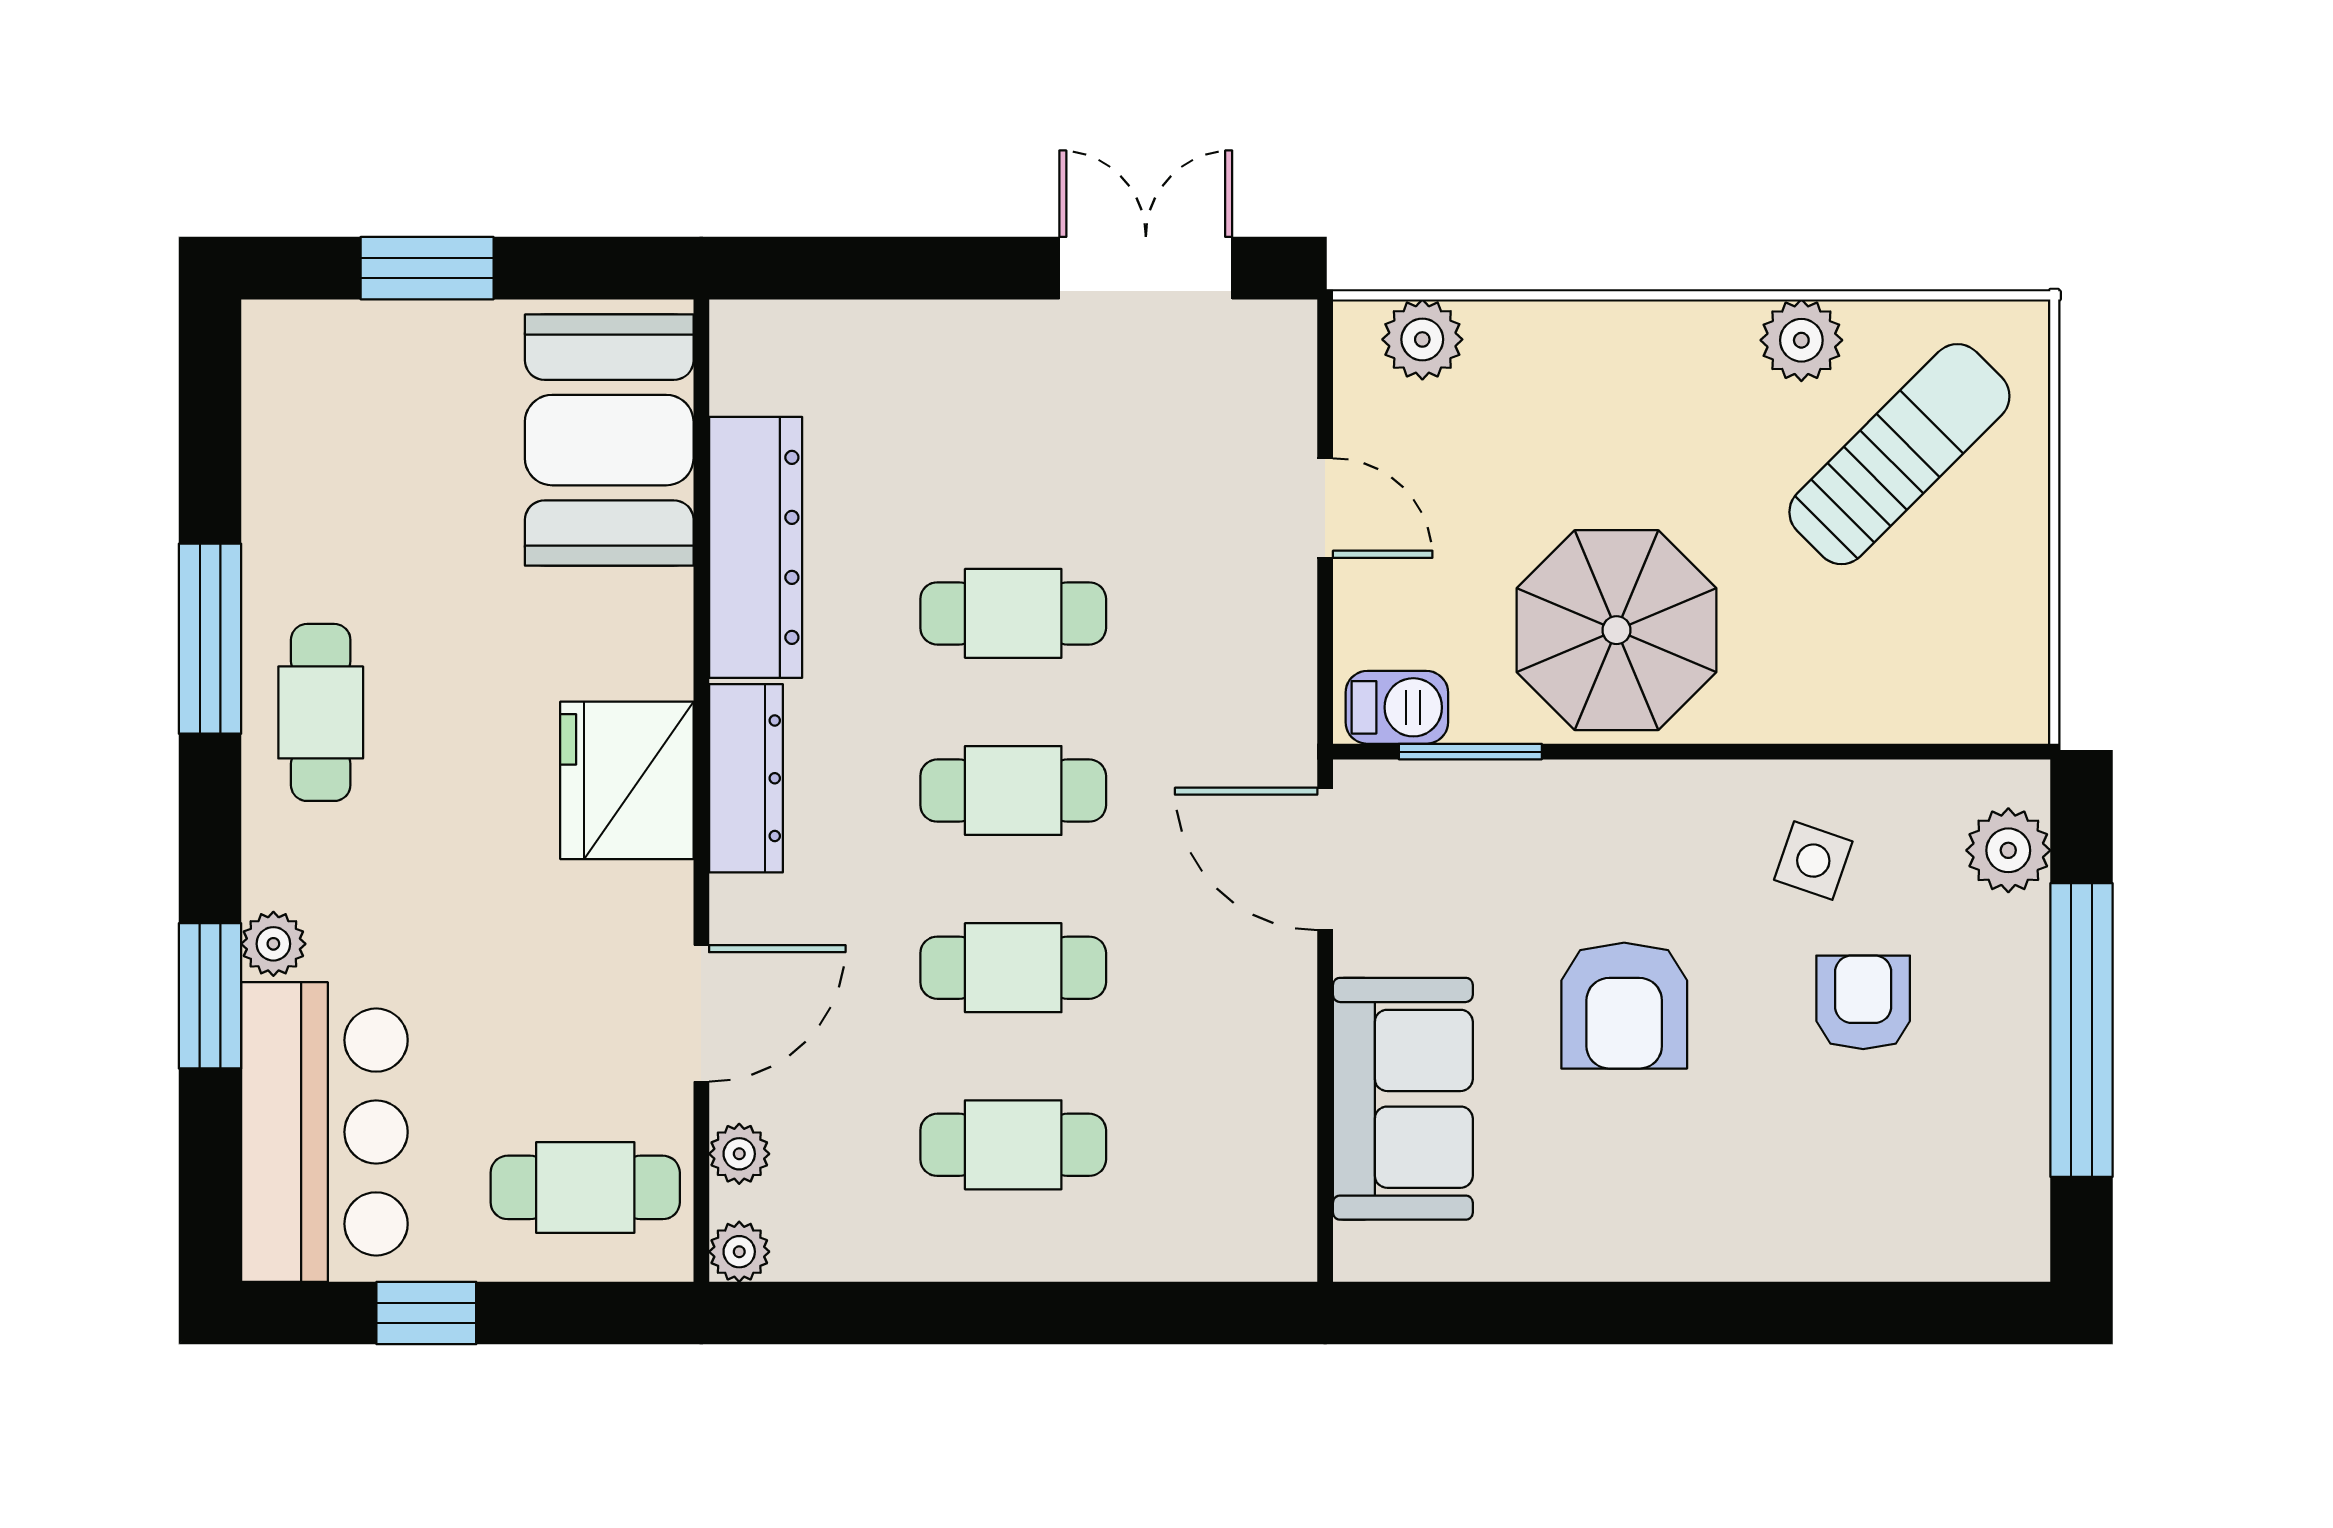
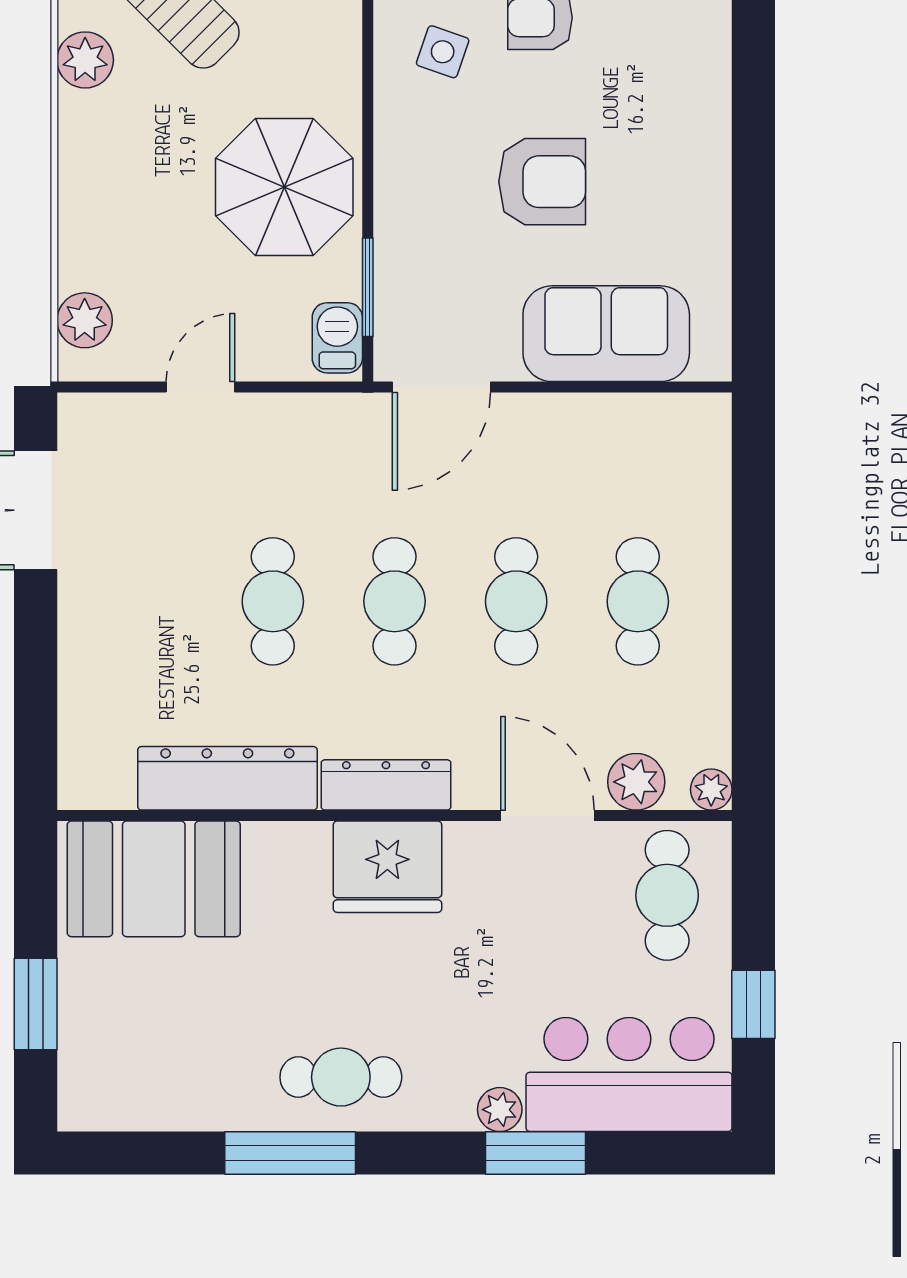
plant: (739, 1154) -> (636, 782), width x1.38, depth x1.38

